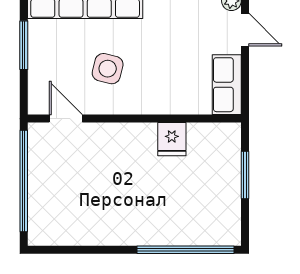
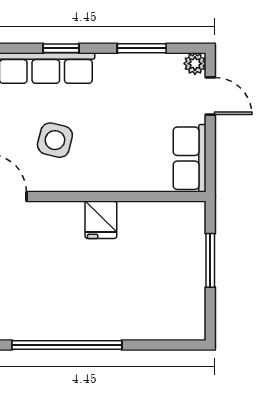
fridge: (172, 139) -> (101, 220), moved
window: (185, 250) -> (67, 345), moved

